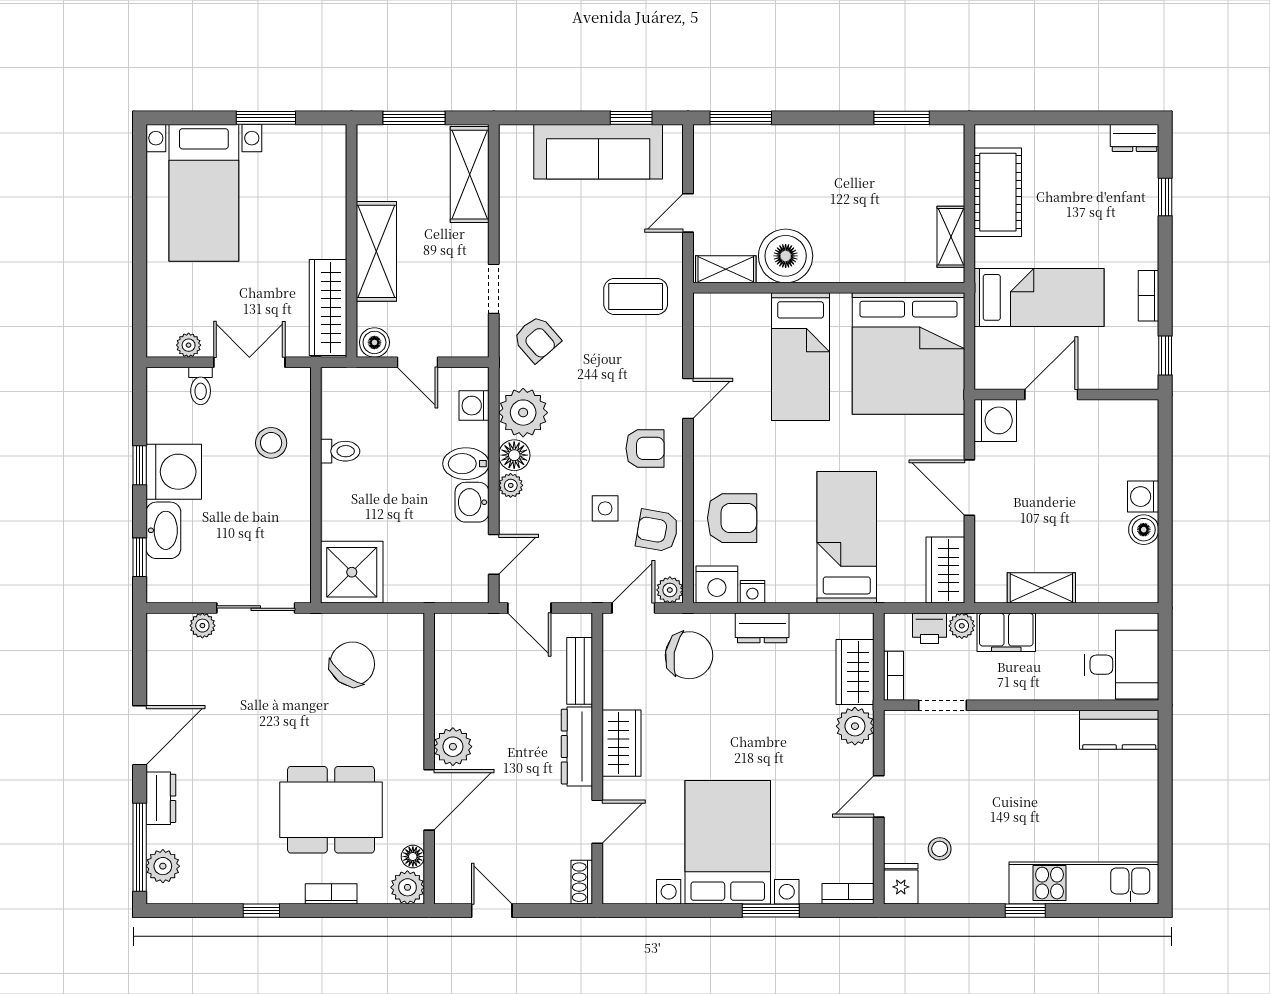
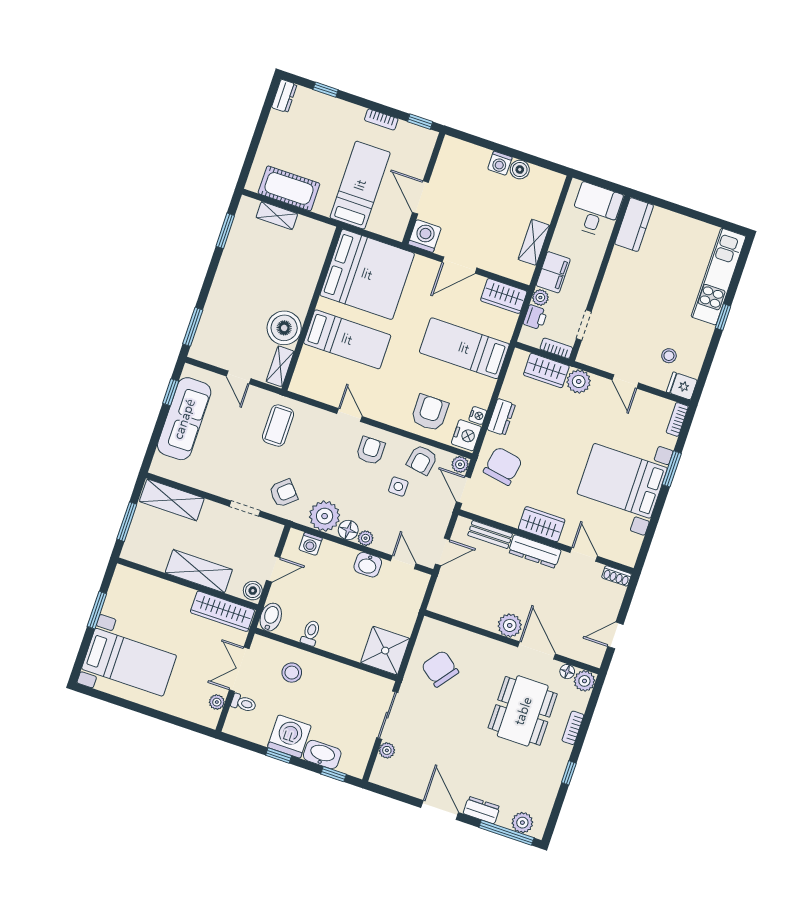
shelving: (951, 237) -> (277, 216), moved
bidet: (466, 464) -> (271, 617), moved, turned 180

